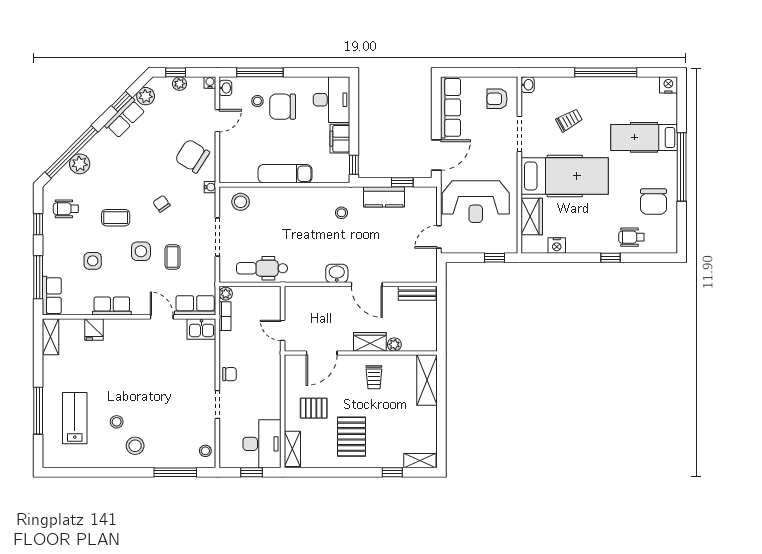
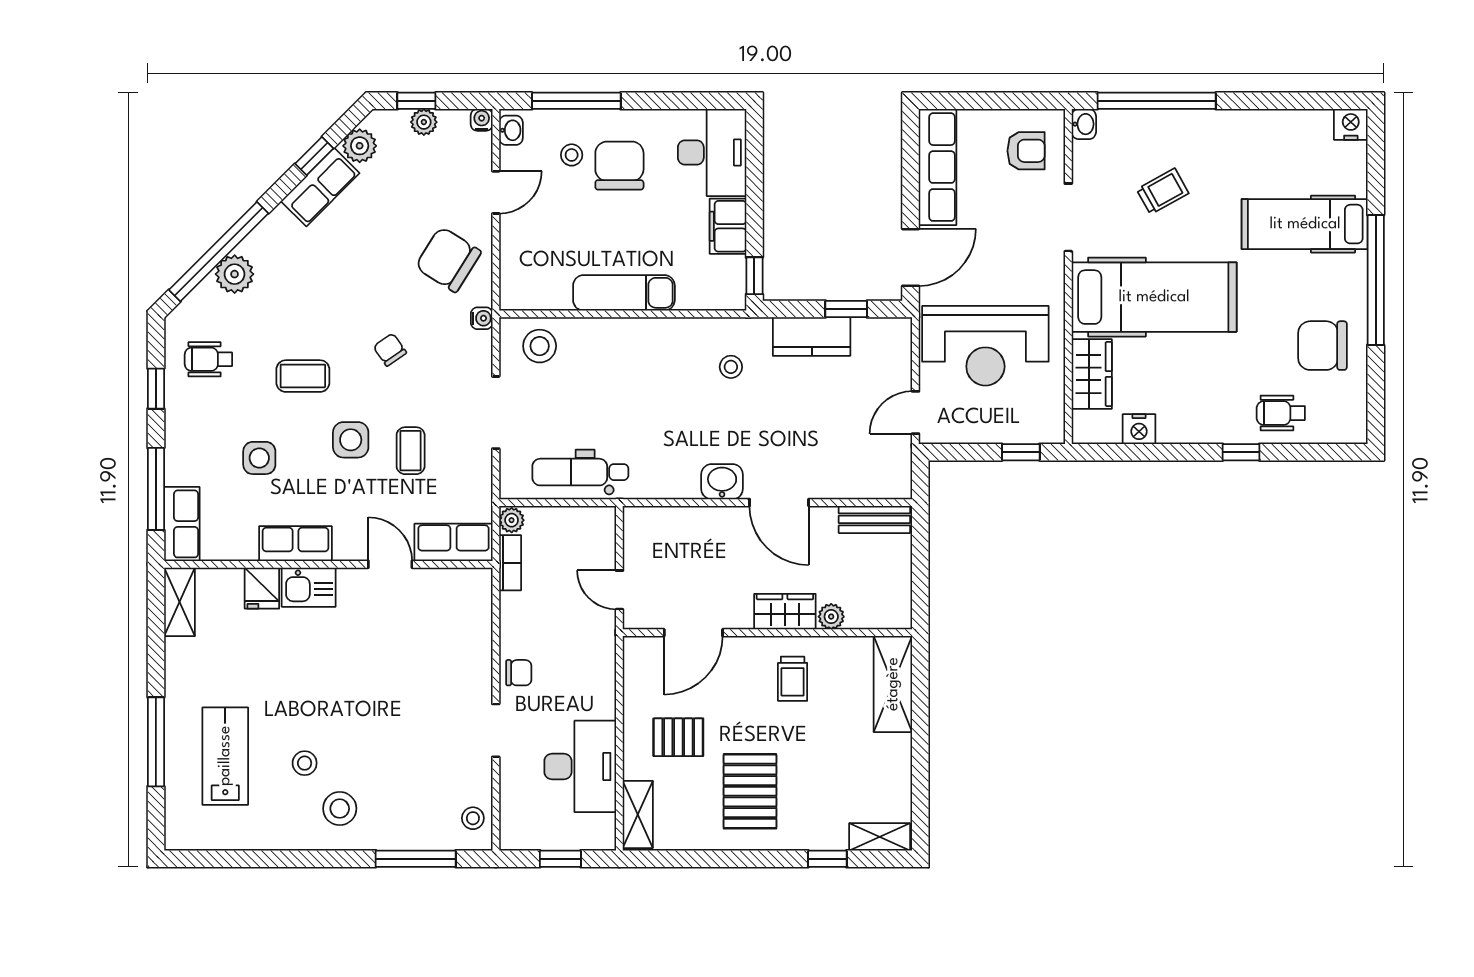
window: (606, 72) -> (1157, 101), moved
armchair: (497, 99) -> (1026, 151), turned 180
chair: (283, 107) -> (619, 166), turned 90
chair: (653, 202) -> (1323, 346), turned 90
kitchen sink: (201, 329) -> (309, 587), moved
desk: (262, 444) -> (580, 766), moved

